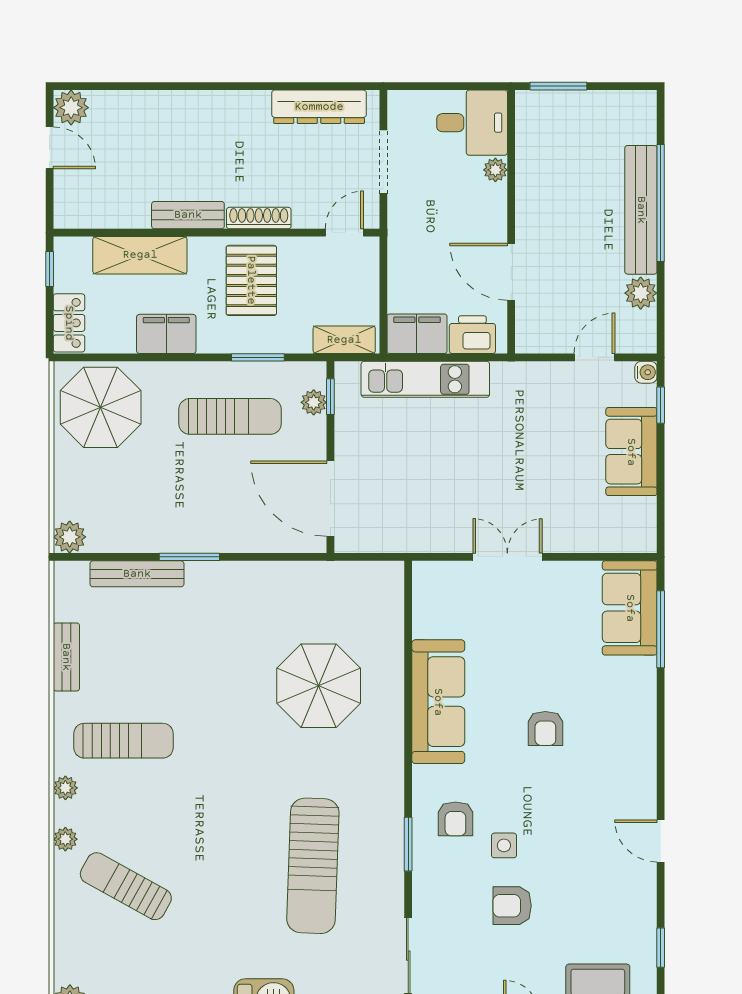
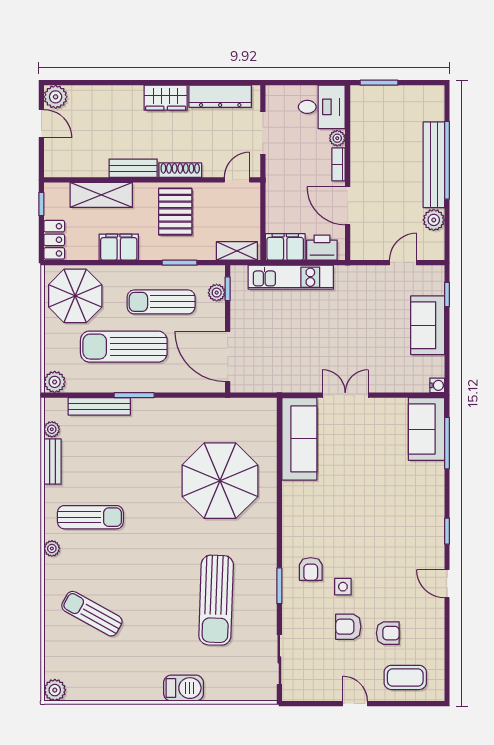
wardrobe: (237, 109) -> (166, 98), added
bookcase: (497, 209) -> (339, 164), added
water cooler: (646, 372) -> (437, 385), moved
sun lounger: (230, 416) -> (161, 302), turned 180
sun lounger: (174, 484) -> (124, 347), added
parasol: (319, 686) -> (220, 481), width x1.36, depth x1.36
sofa: (438, 702) -> (299, 439), moved
armchair: (545, 728) -> (388, 633), moved, turned -90
plant: (65, 839) -> (52, 429), moved
window: (661, 948) -> (447, 531), moved

